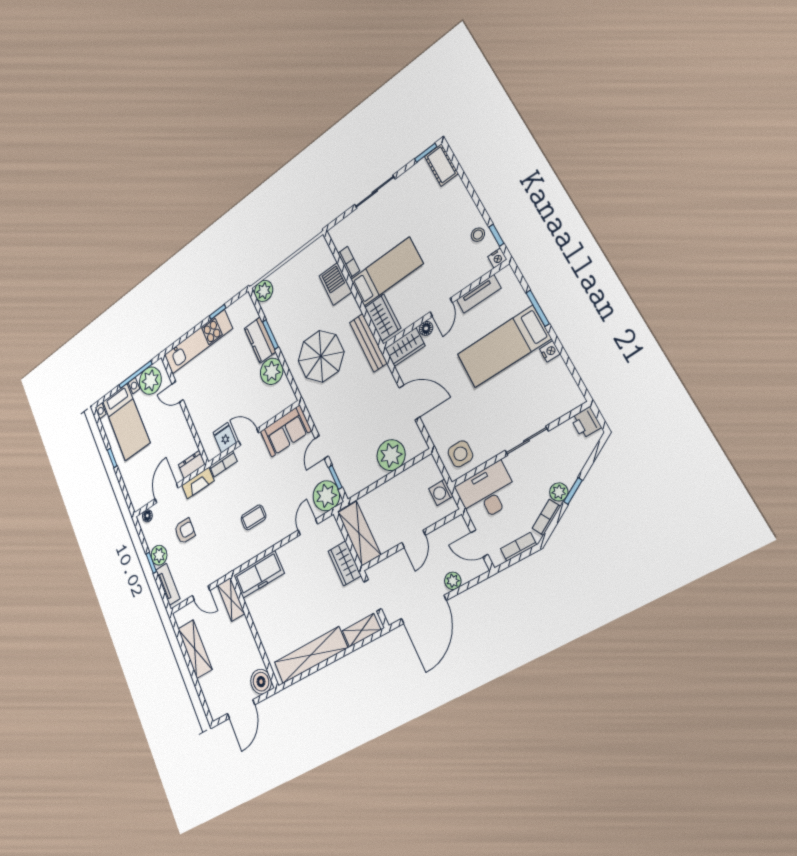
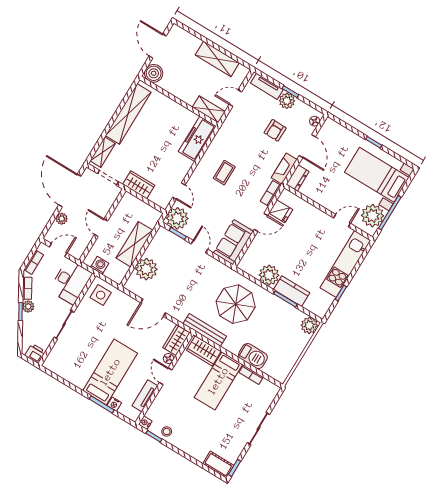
nightstand: (550, 351) -> (114, 404), moved
shelving: (359, 533) -> (134, 244), moved, turned 90

